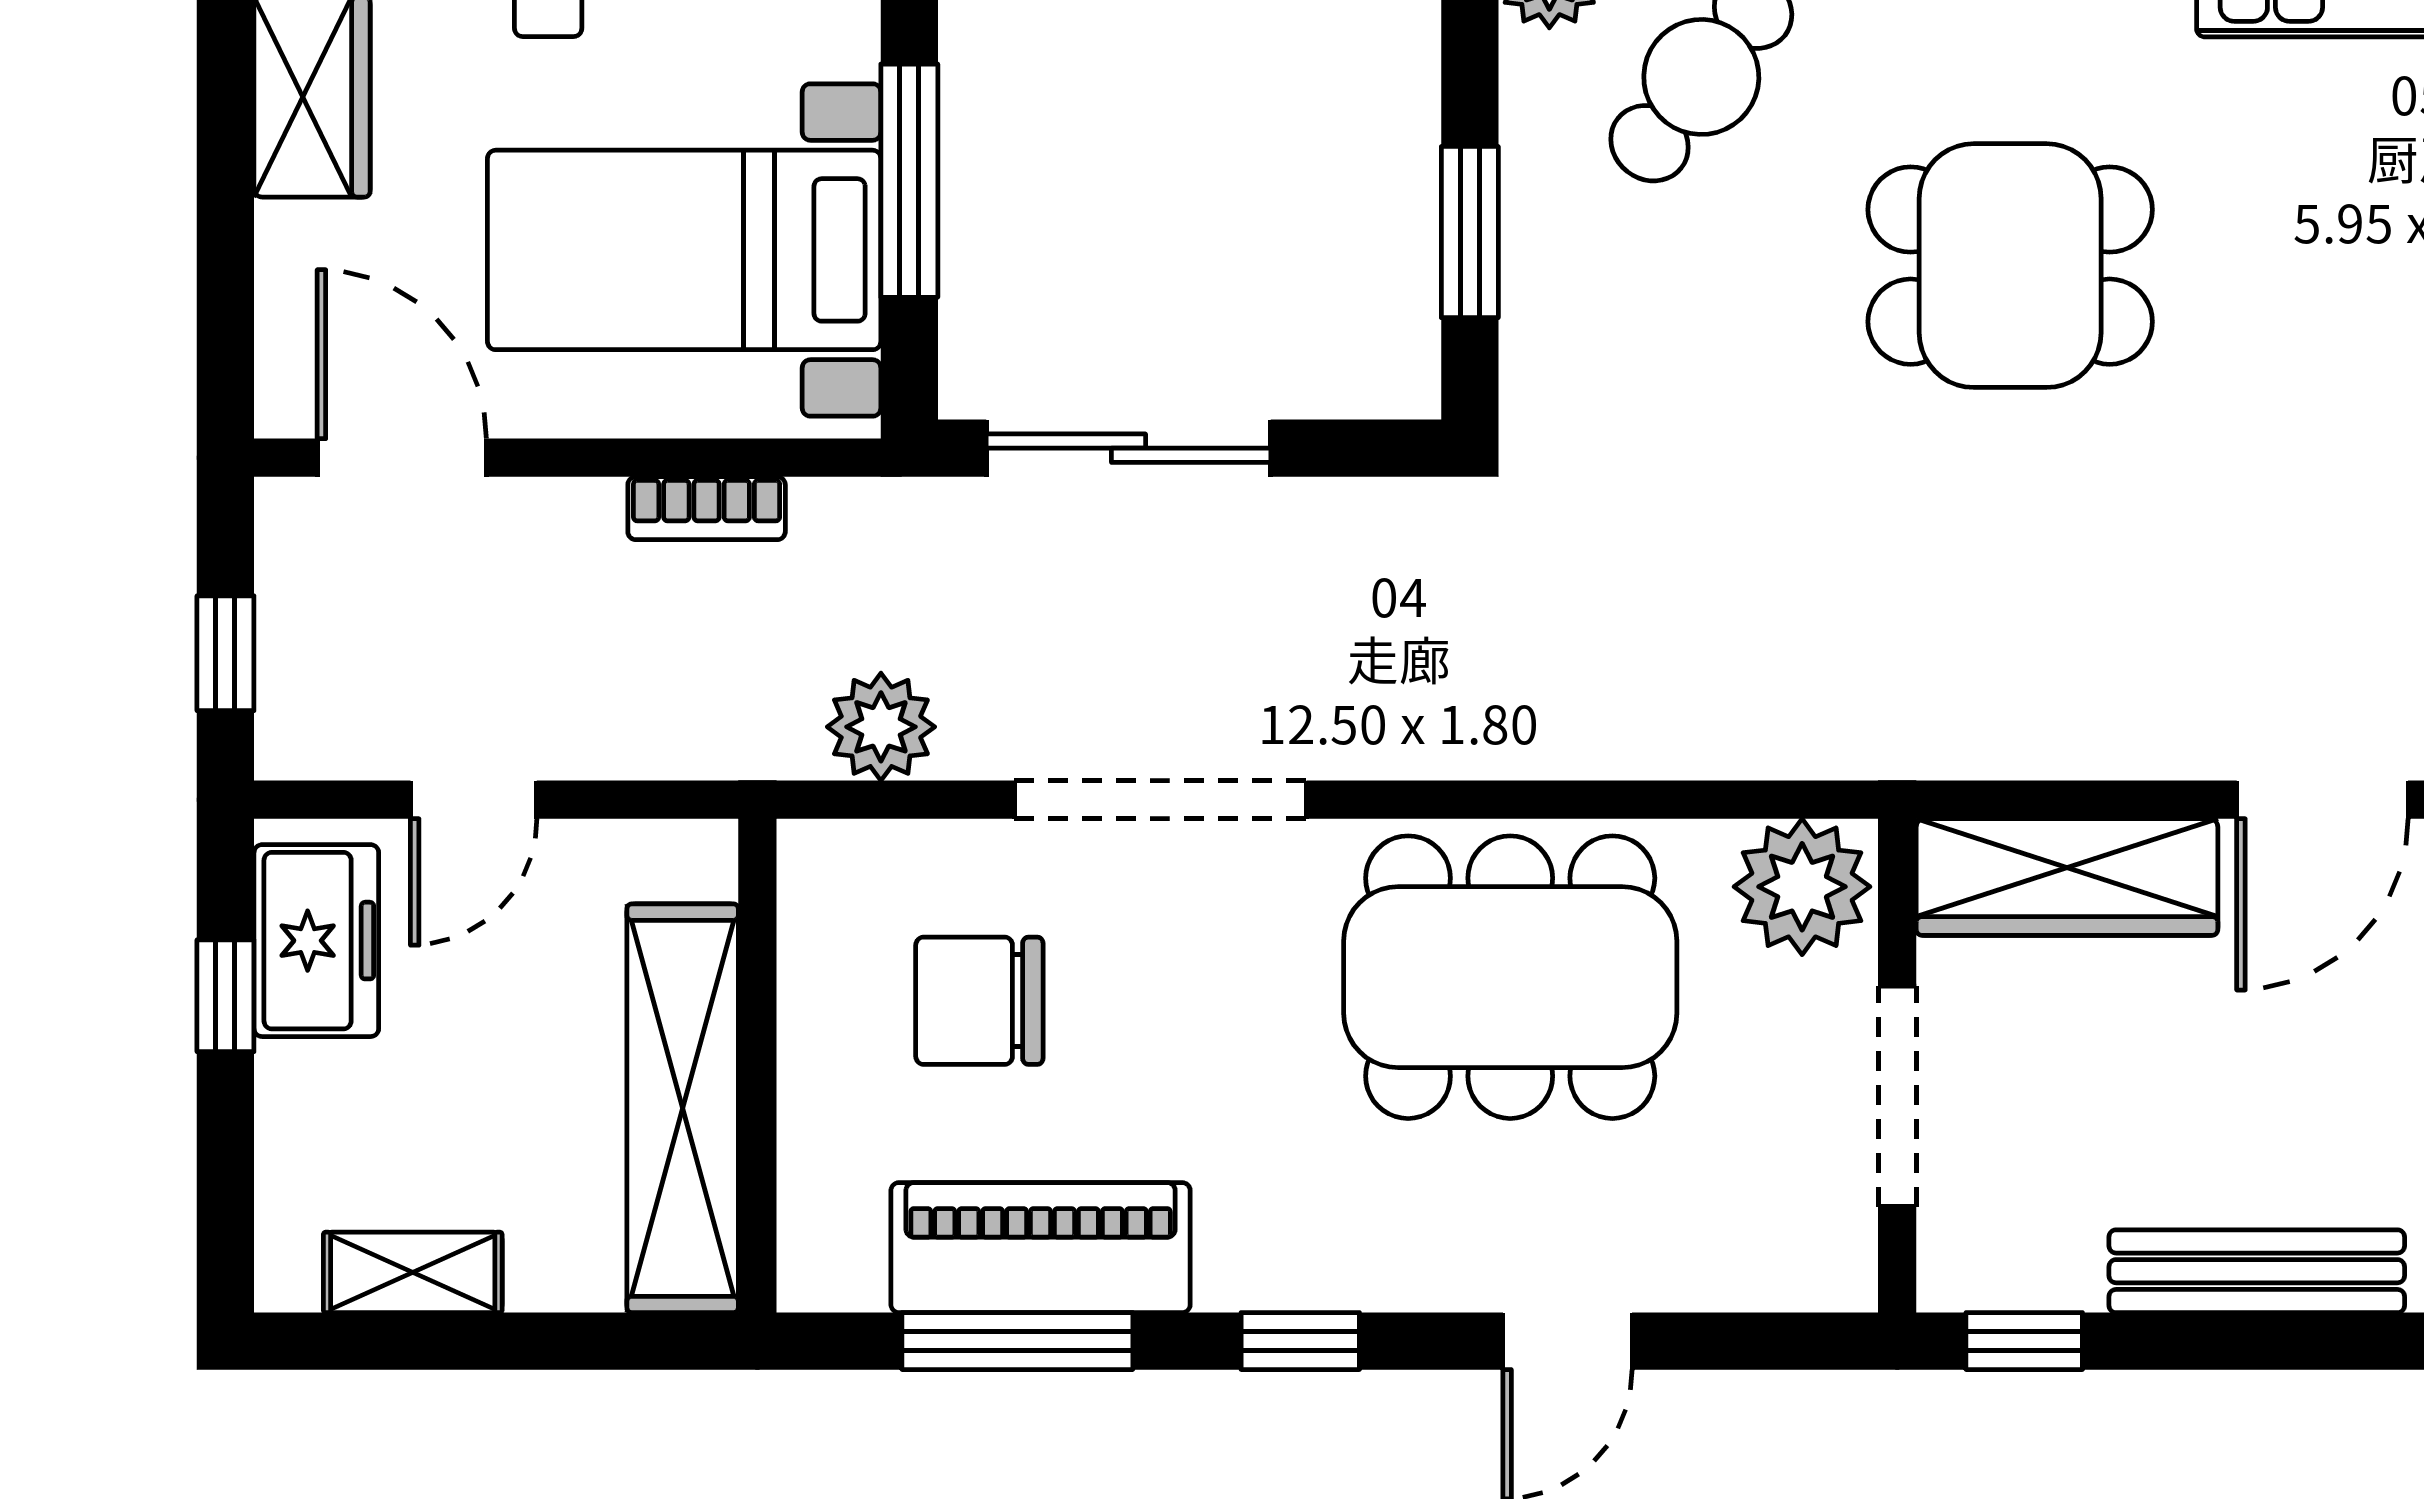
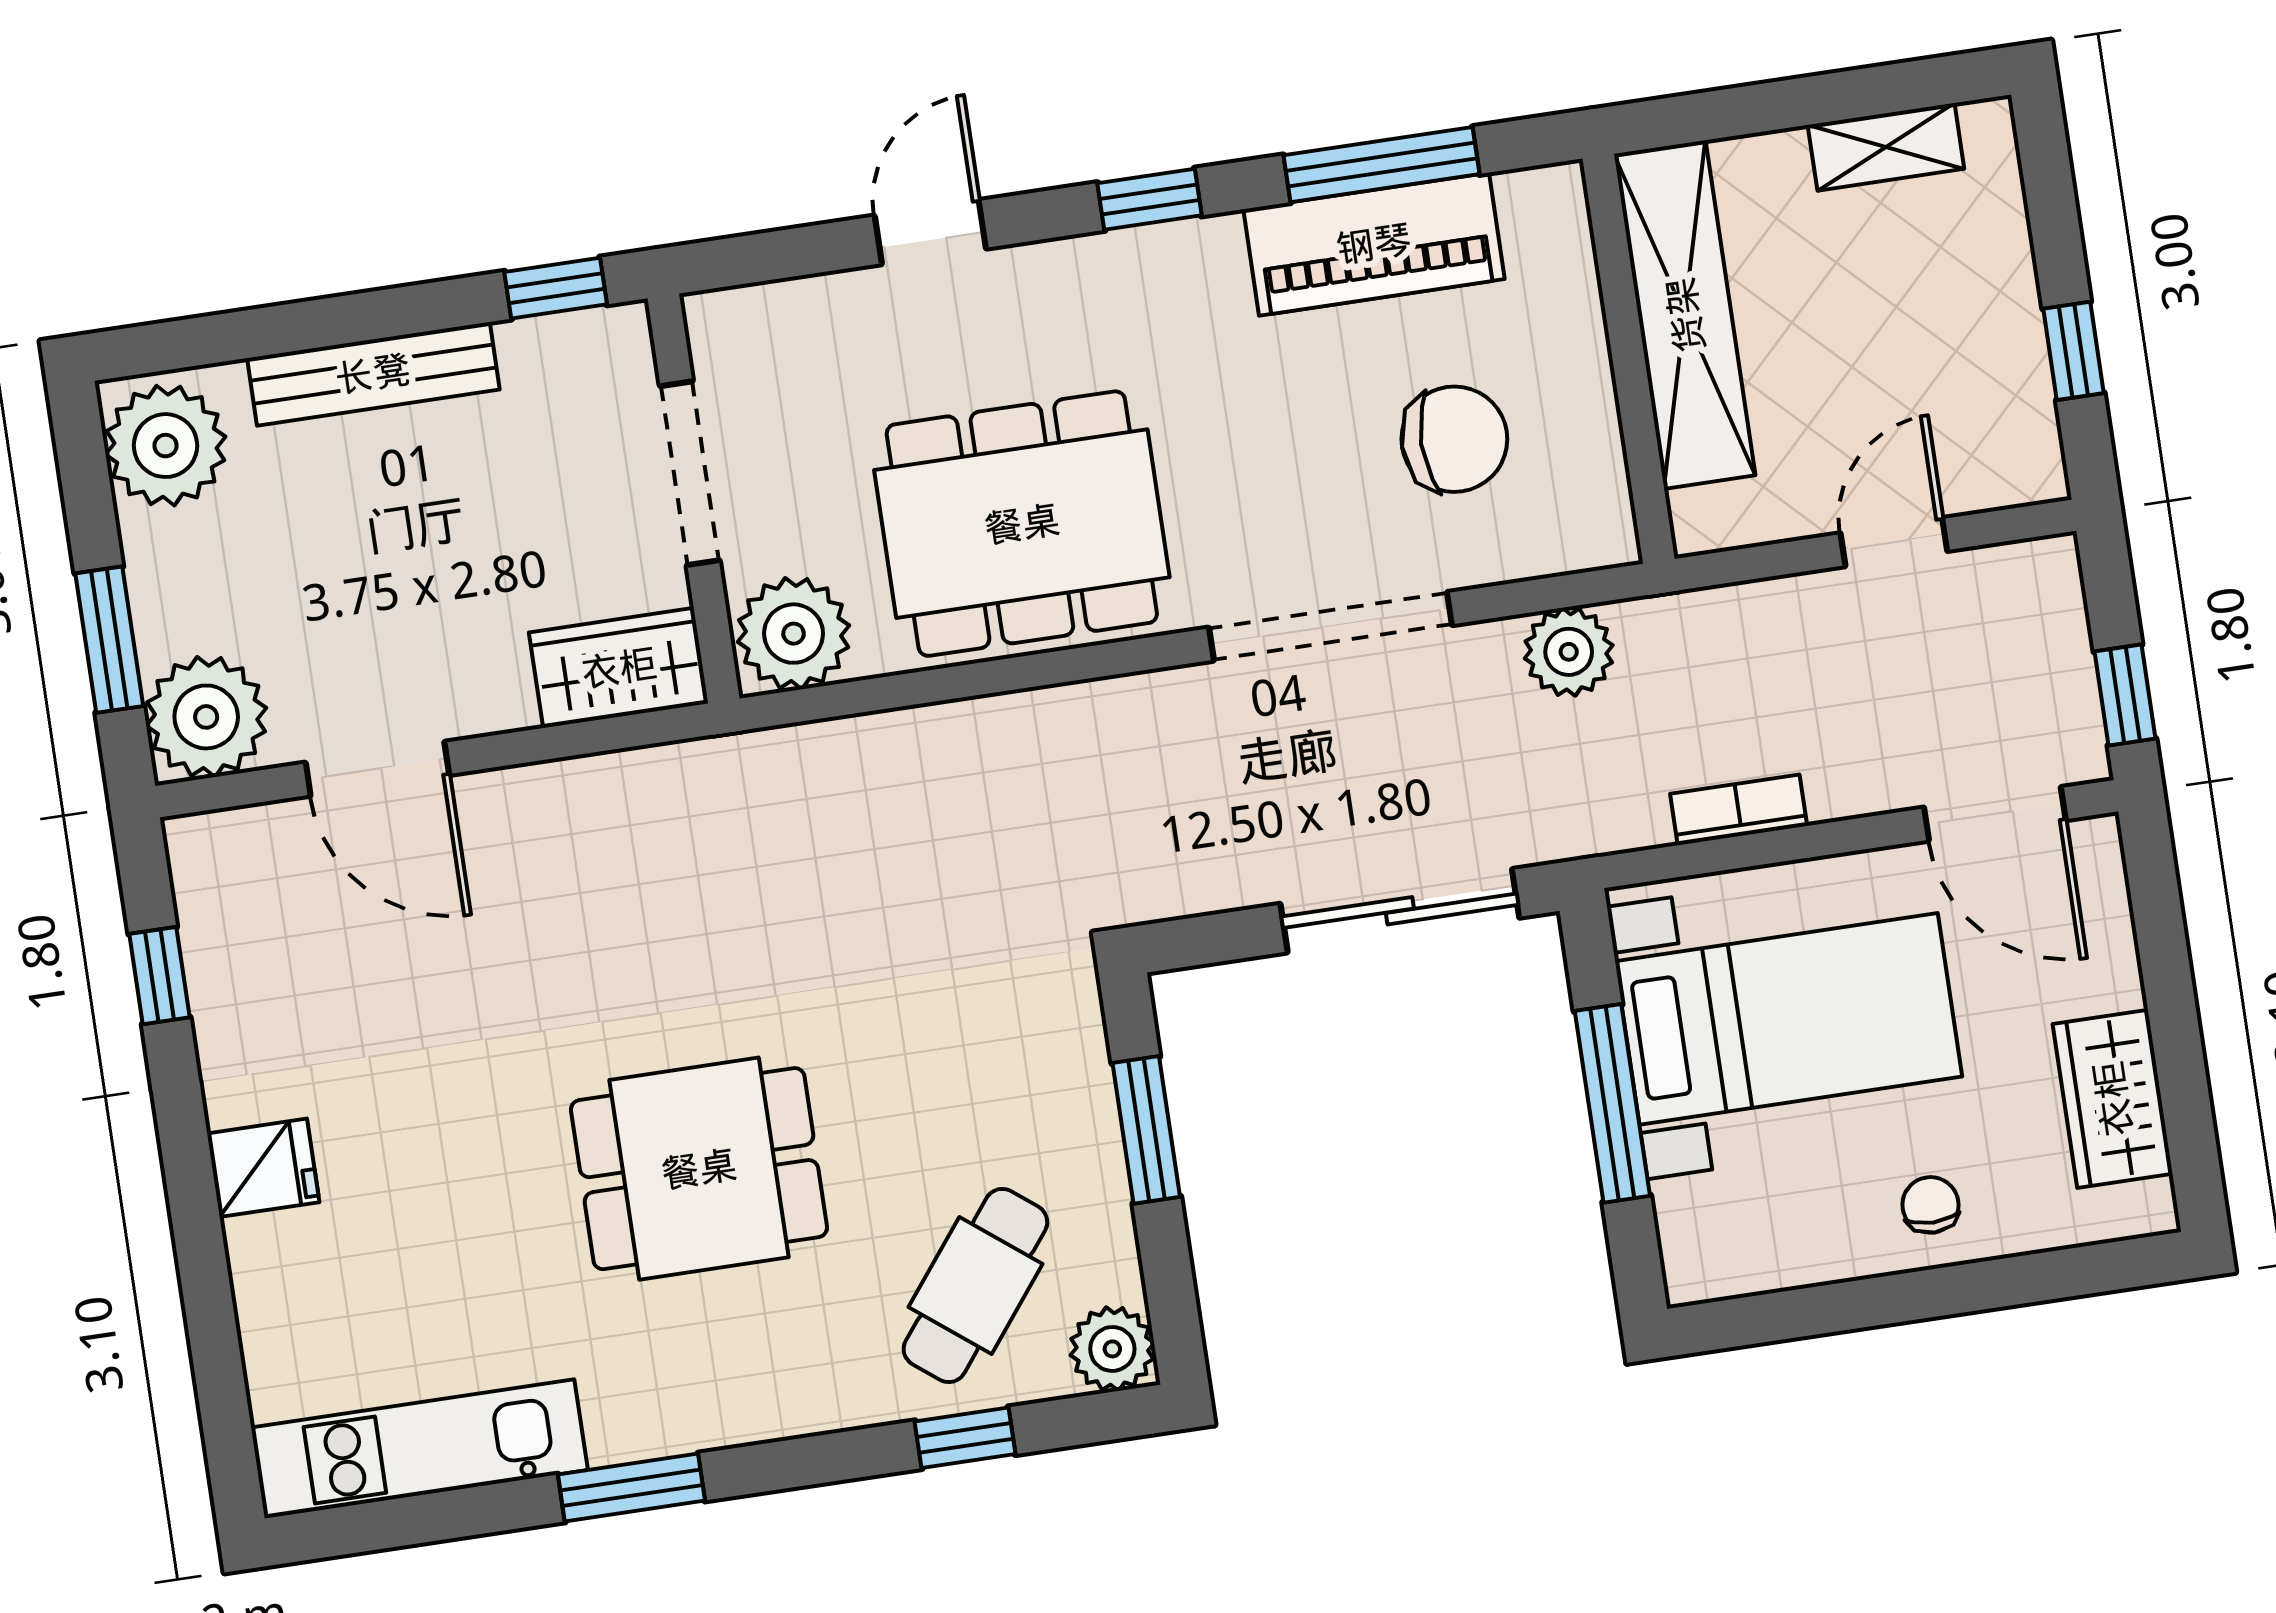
window: (225, 653) -> (2125, 695), moved
door: (2322, 800) -> (377, 769), swing flipped
wardrobe: (2067, 877) -> (619, 668), width x0.67
freezer: (316, 941) -> (2006, 407), removed

